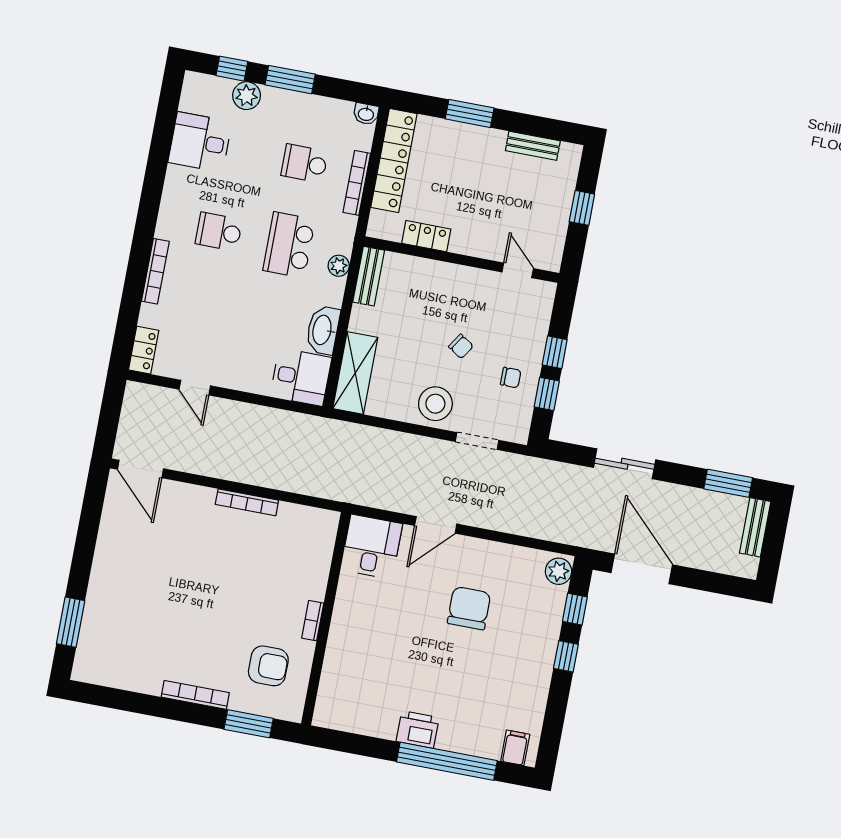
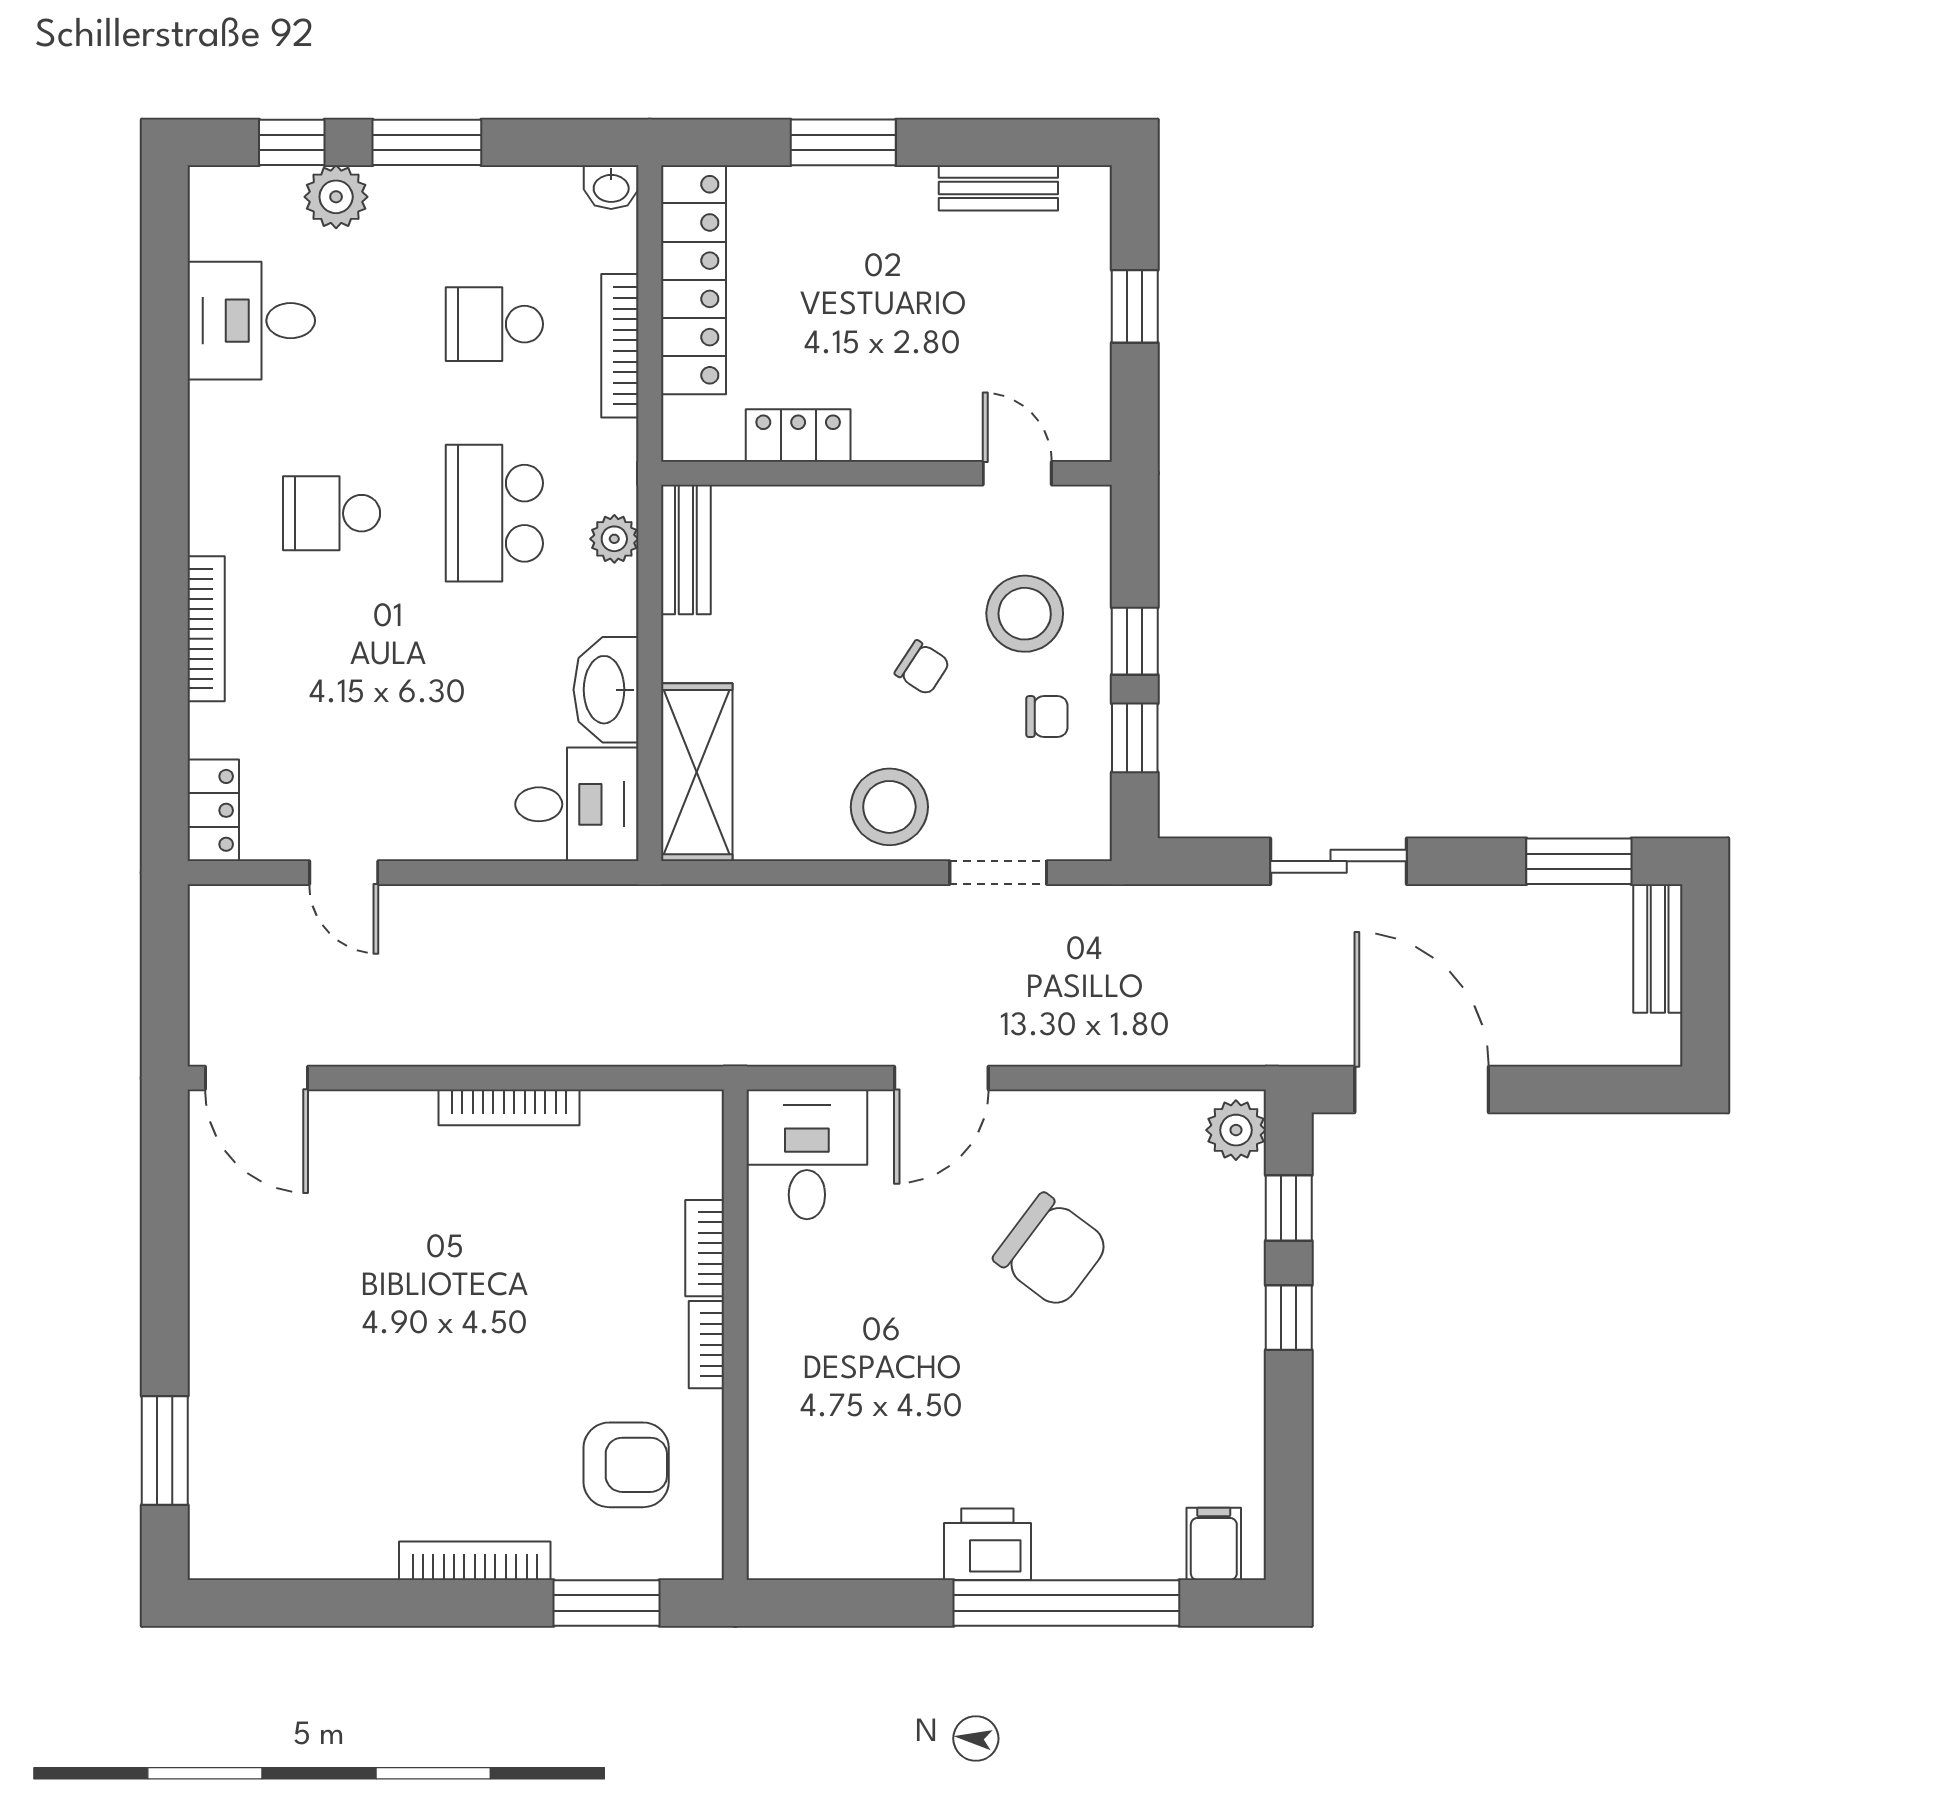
stool: (509, 331) -> (1025, 614), added
bookcase: (320, 579) -> (705, 1248), added
chair: (469, 608) -> (1051, 1251), turned 127

